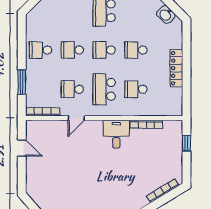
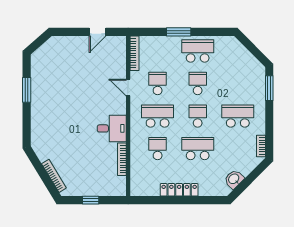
school desk: (40, 50) -> (198, 51), width x1.85
school desk: (136, 50) -> (198, 149), width x1.85
window: (22, 82) -> (179, 32), moved
window: (186, 143) -> (91, 200), moved

